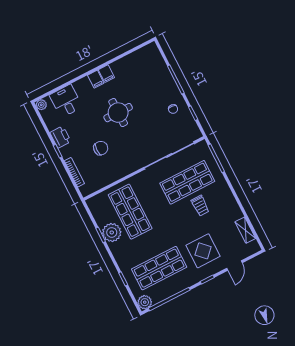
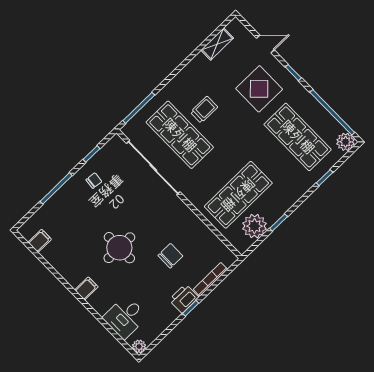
filing cabinet: (106, 74) -> (40, 241), moved
printer: (60, 137) -> (184, 299), moved
chair: (101, 148) -> (170, 256), turned 90
plant: (112, 232) -> (254, 226), moved

